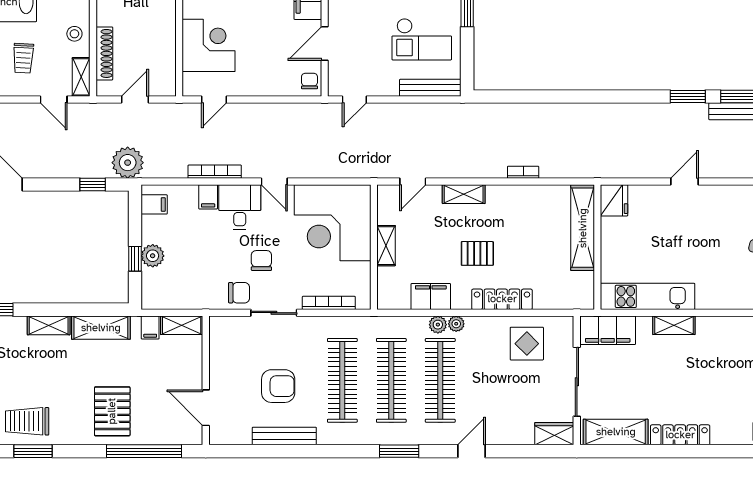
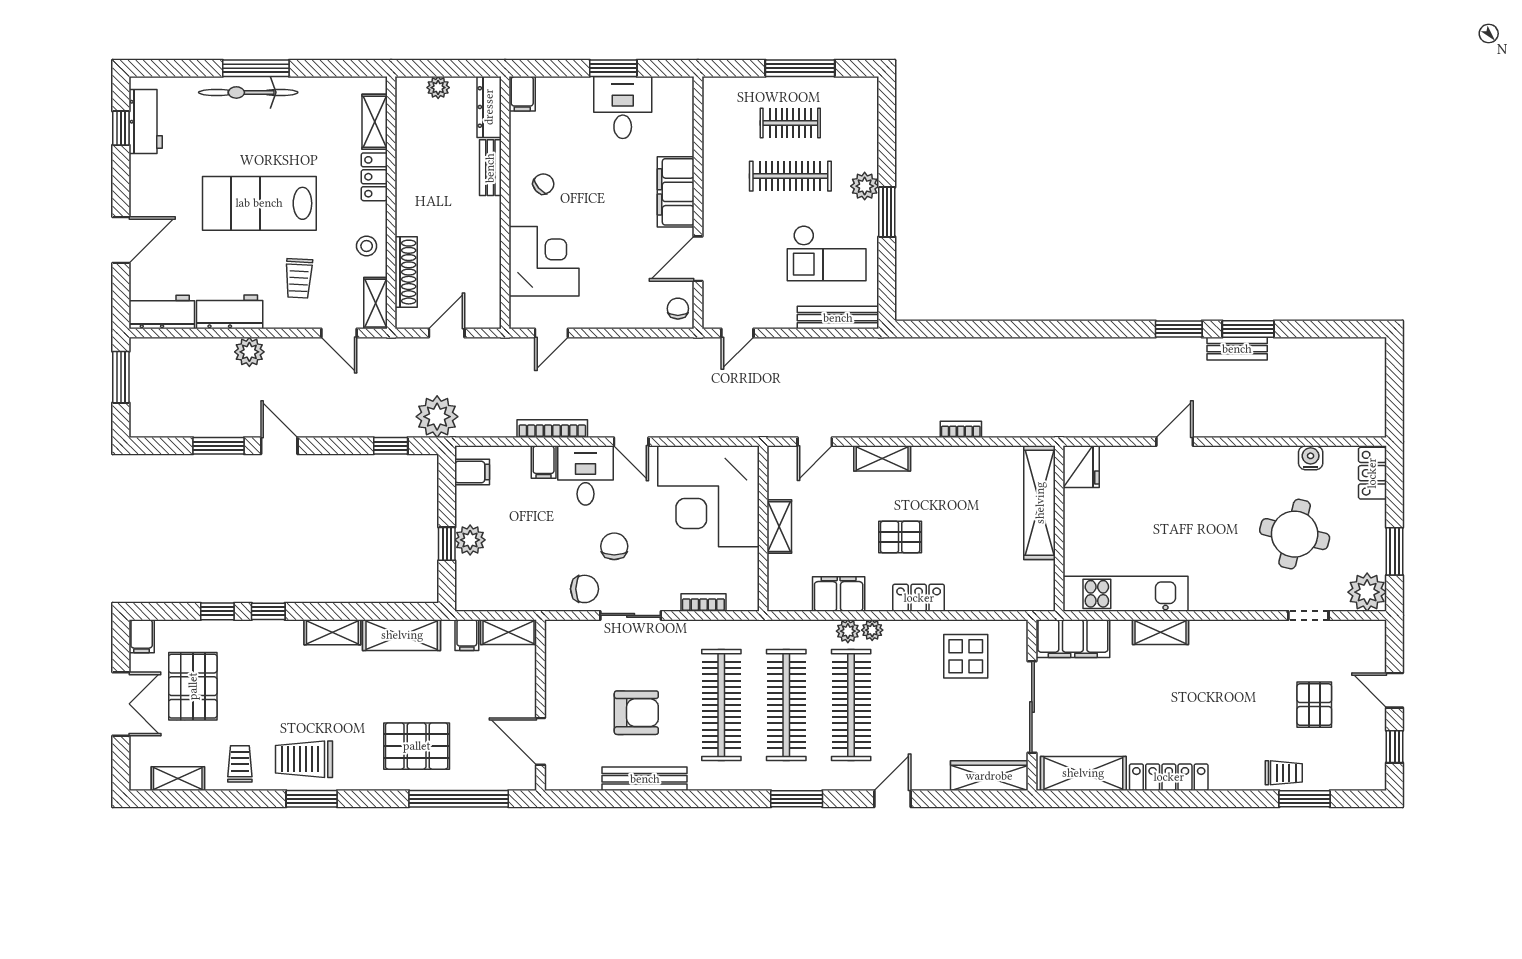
locker: (502, 299) -> (919, 598), width x0.66
bookcase: (329, 303) -> (703, 602), width x0.64
pallet: (112, 411) -> (417, 746), turned 90
wardrobe: (554, 434) -> (989, 776), width x1.50

